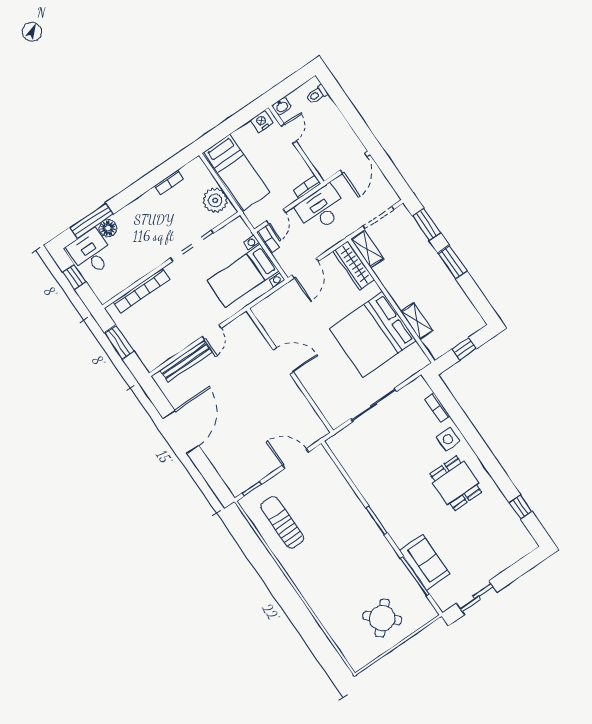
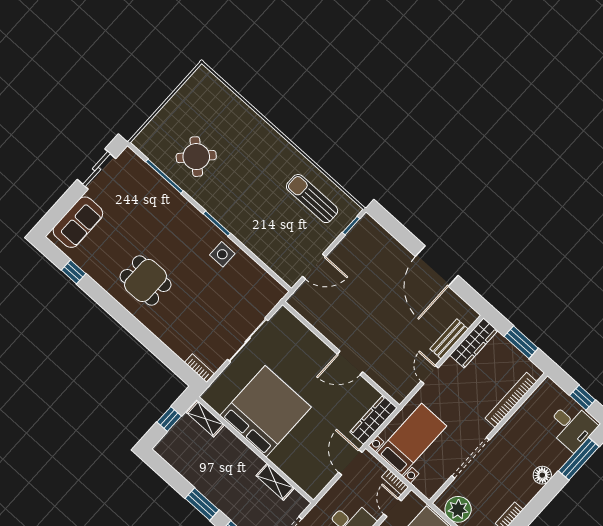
floor lamp: (108, 228) -> (542, 475), moved
shelving: (367, 249) -> (275, 482), moved
wardrobe: (354, 266) -> (373, 420), moved, turned -90
shelving: (417, 321) -> (205, 419), moved
wardrobe: (163, 352) -> (474, 343), added
bench: (186, 361) -> (449, 339), width x0.73
bookcase: (437, 408) -> (199, 368), moved
side table: (448, 439) -> (222, 254), moved
sun lounger: (282, 522) -> (312, 199), turned 180
sofa: (425, 562) -> (78, 222), moved, turned -90
round table: (382, 618) -> (196, 157), moved

